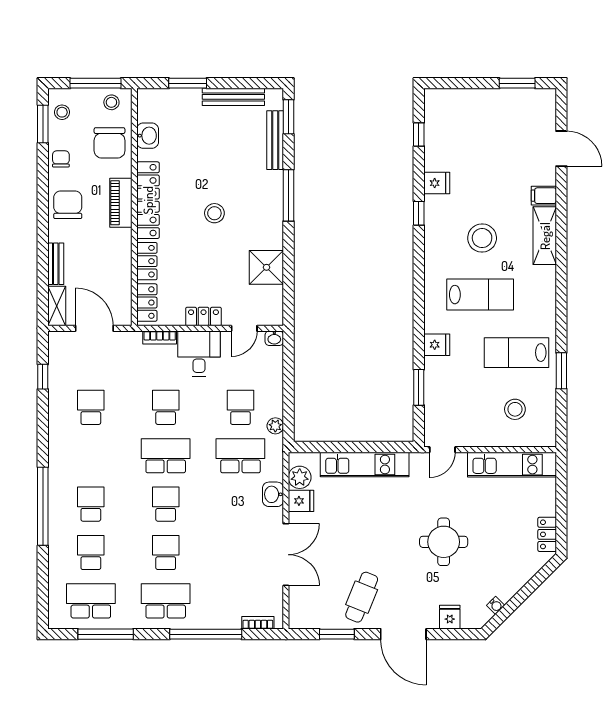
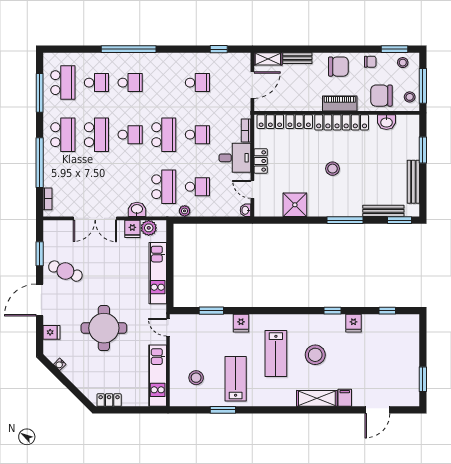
round table: (444, 542) -> (104, 328), width x1.36, depth x1.36
school desk: (166, 553) -> (96, 135), width x1.85

